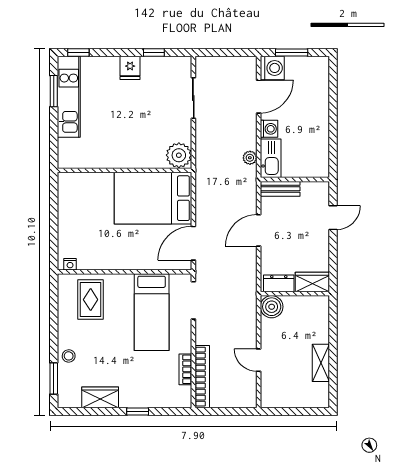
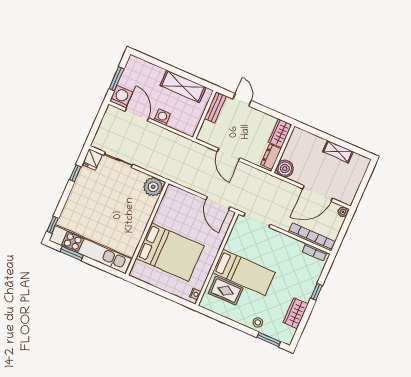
fridge: (130, 68) -> (92, 159), moved, turned 90
kitchen unit: (69, 97) -> (90, 249), width x1.36
shelving: (318, 138) -> (183, 86), added
plant: (250, 158) -> (343, 212), moved
kitchen sink: (271, 158) -> (183, 125), removed
bench: (280, 189) -> (215, 107), moved
bed: (153, 198) -> (170, 252), moved, turned -90
bed: (152, 312) -> (244, 273), moved
door: (259, 360) -> (318, 194), width x1.88
bookcase: (185, 369) -> (315, 252), moved

